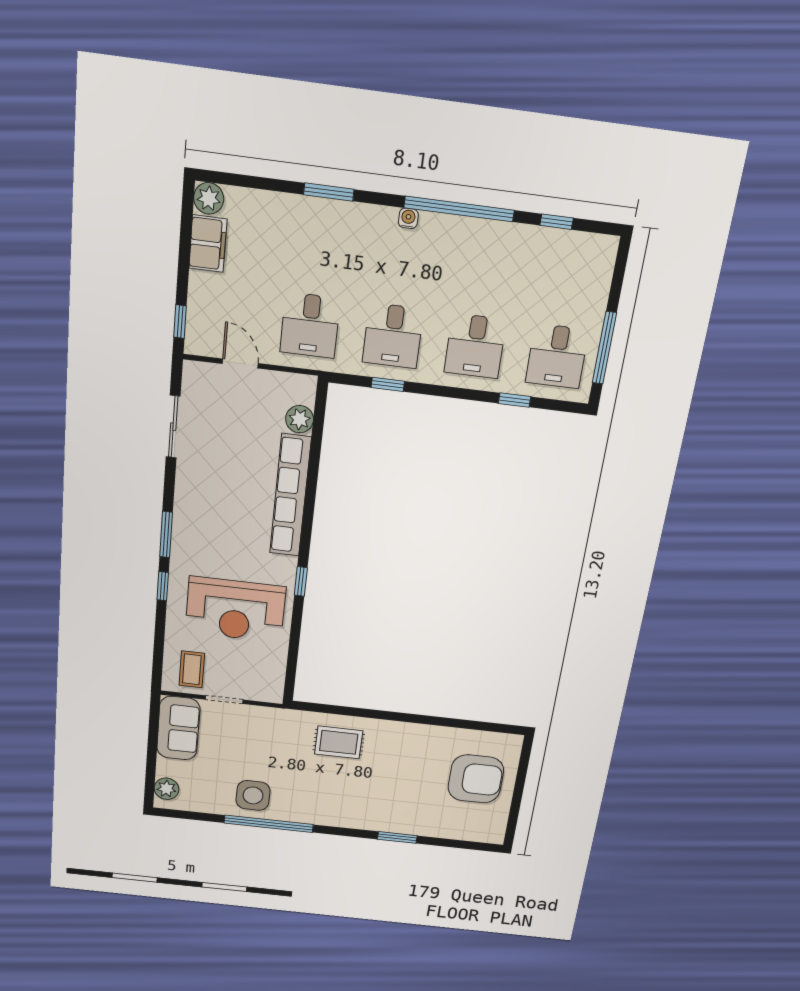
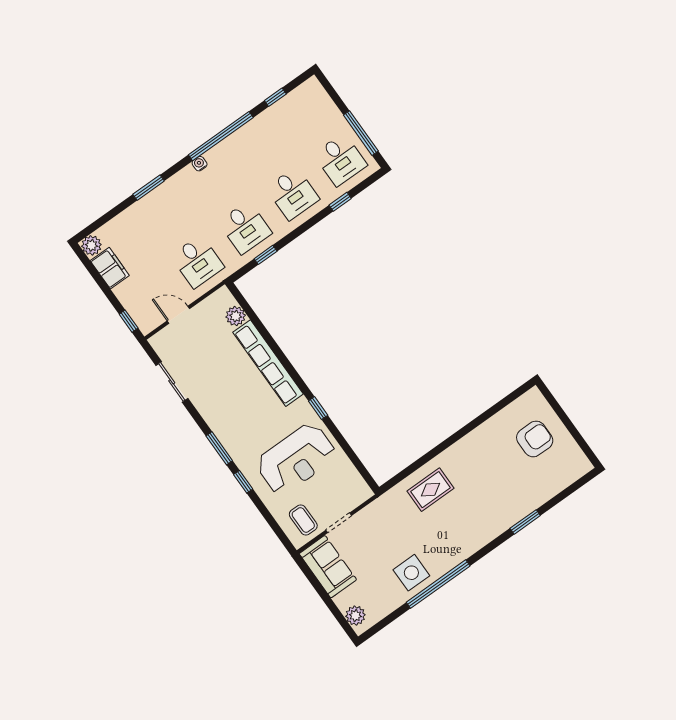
armchair: (476, 779) -> (535, 439), width x0.73, depth x0.73

